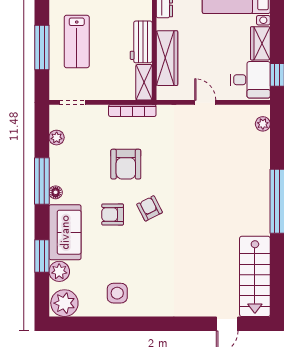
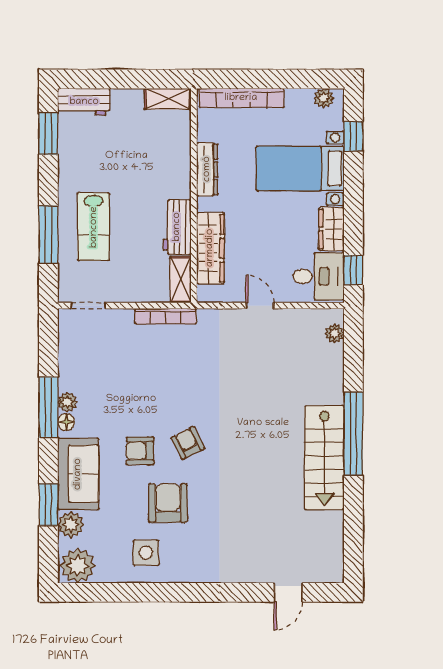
plant: (57, 138) -> (67, 402), moved
armchair: (126, 164) -> (168, 503), moved, turned 180
stairs: (255, 276) -> (324, 458), moved

